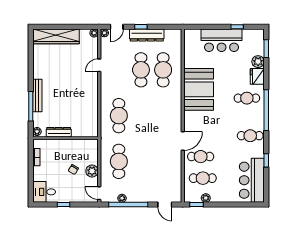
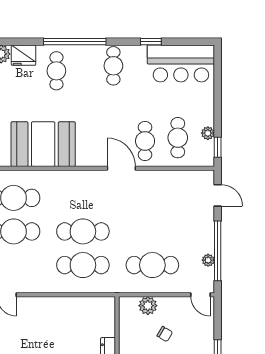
cafe table: (141, 116) -> (83, 231), added
plant: (92, 171) -> (148, 306), moved
door: (99, 193) -> (201, 295), hinge flipped
door: (165, 204) -> (218, 195), hinge flipped

